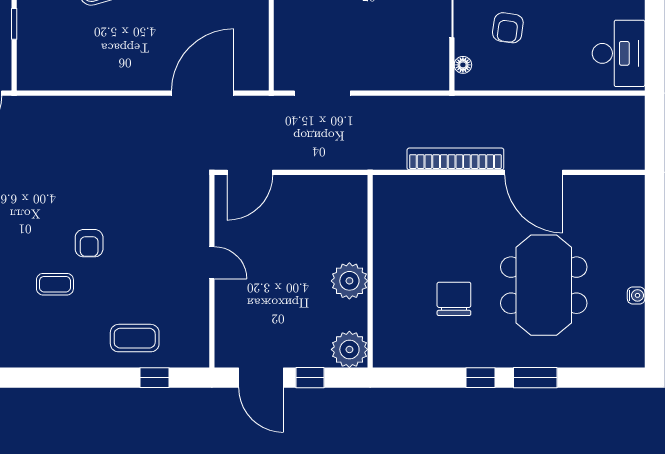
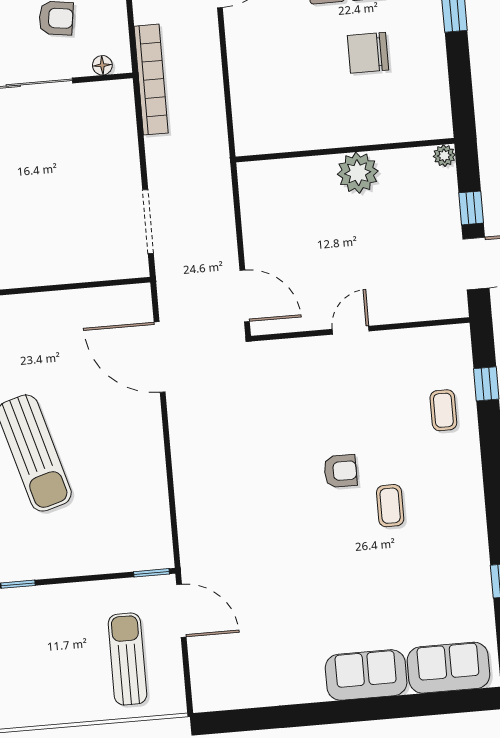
window: (14, 24) -> (151, 573), moved
bookcase: (455, 159) -> (151, 80), moved, turned 180
coffee table: (135, 338) -> (443, 410), width x0.73, depth x0.77
plant: (349, 349) -> (444, 156), width x0.53, depth x0.53

